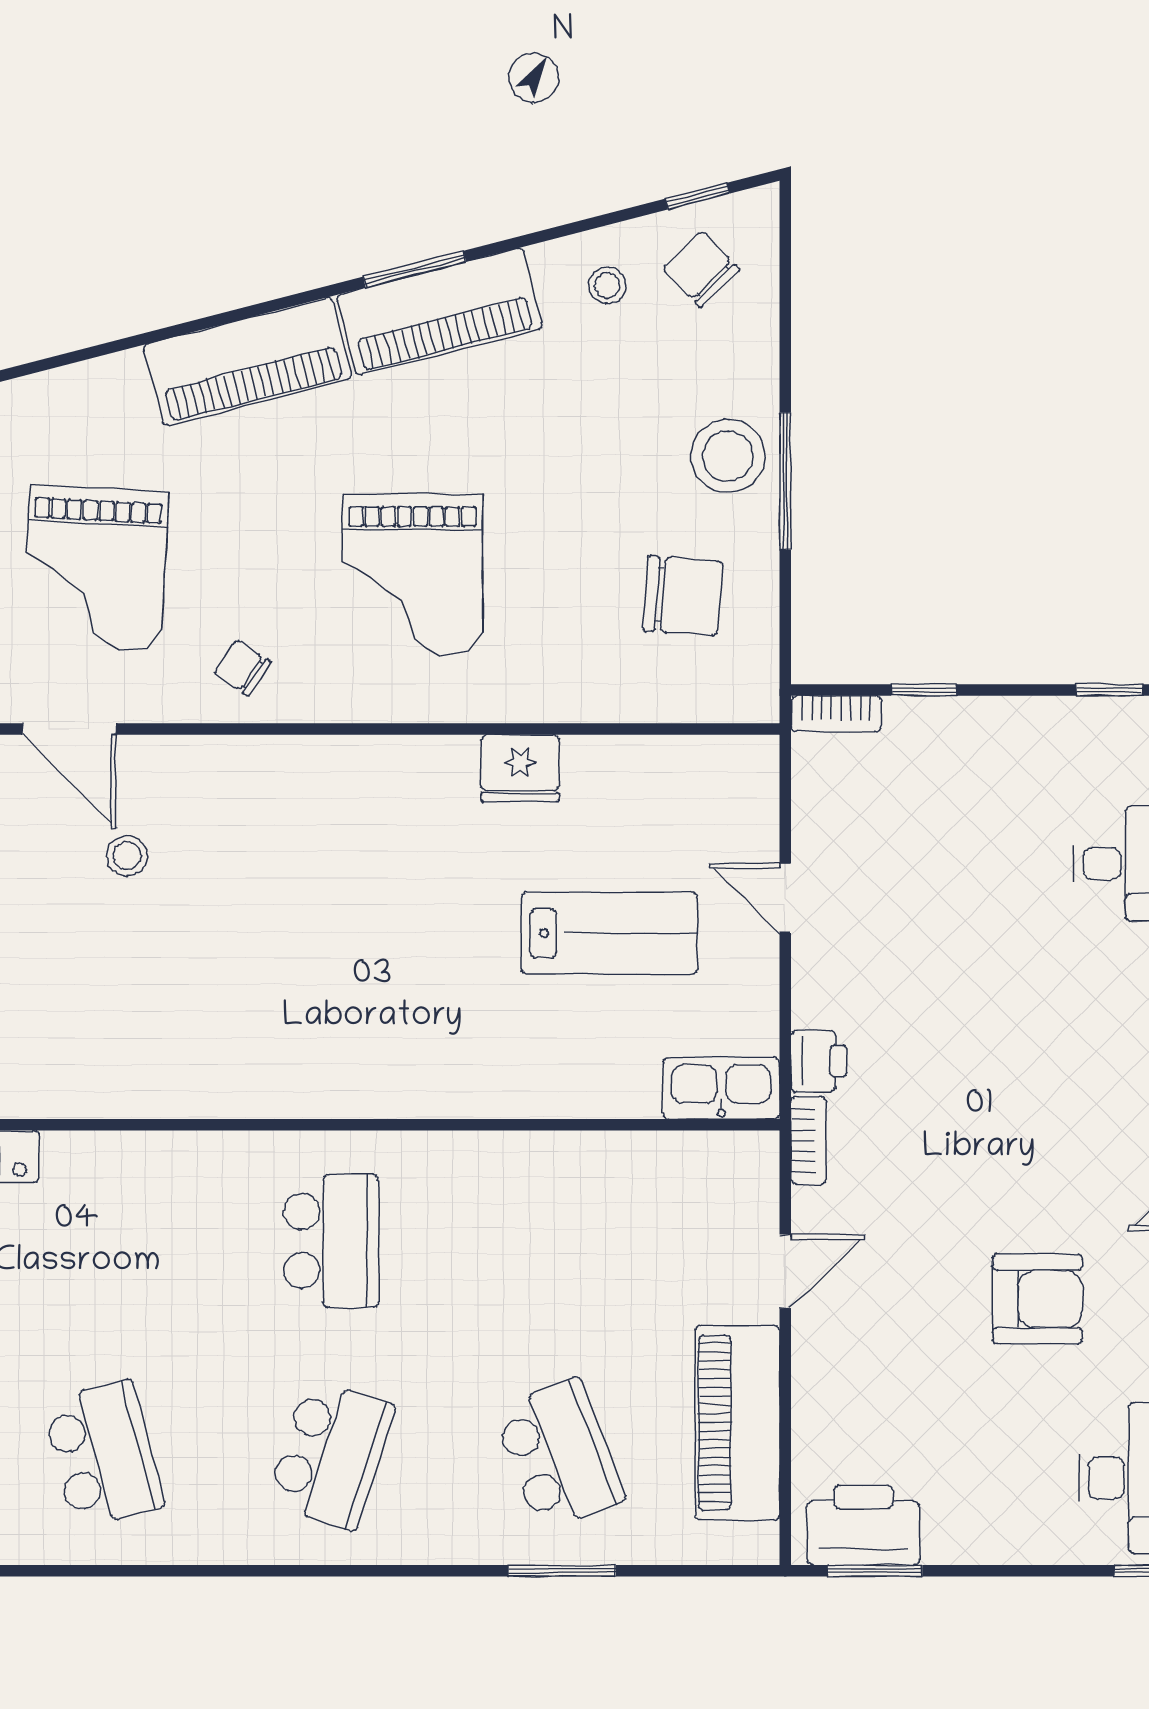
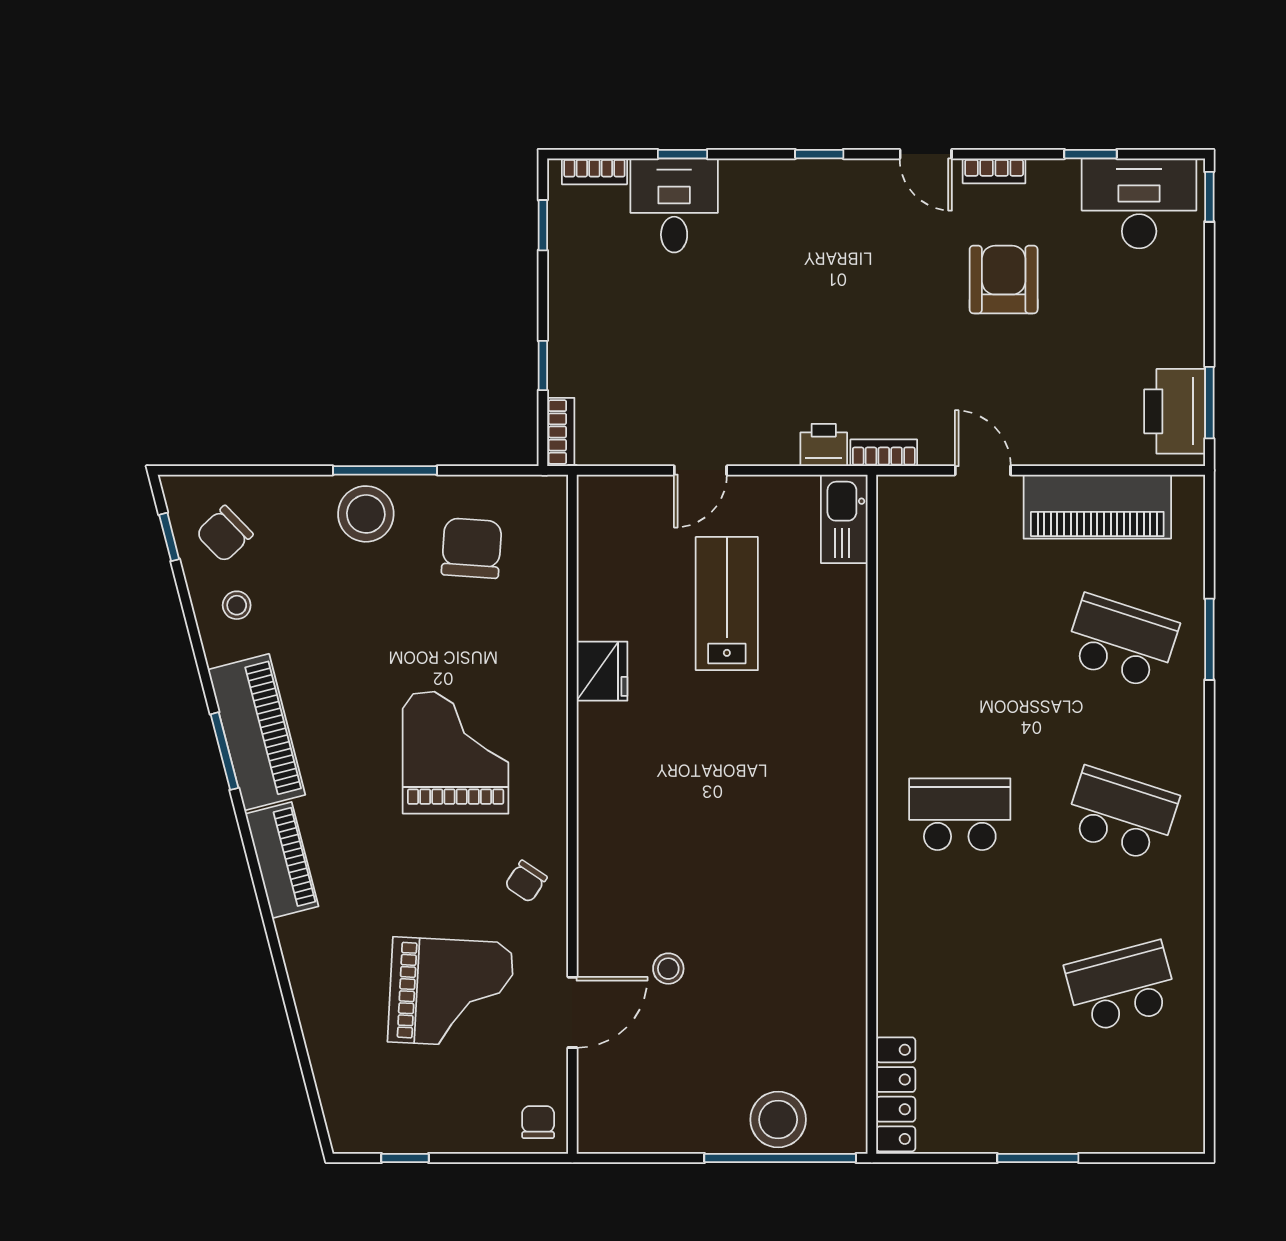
piano: (248, 362) -> (282, 860), width x0.73, depth x0.75
grand piano: (412, 575) -> (456, 753), turned -90
school desk: (559, 1454) -> (1121, 642), turned 39

